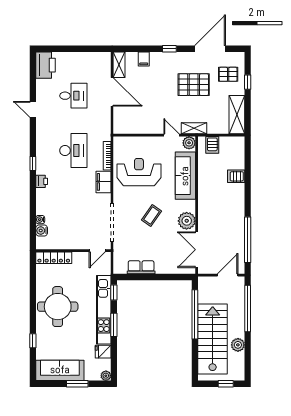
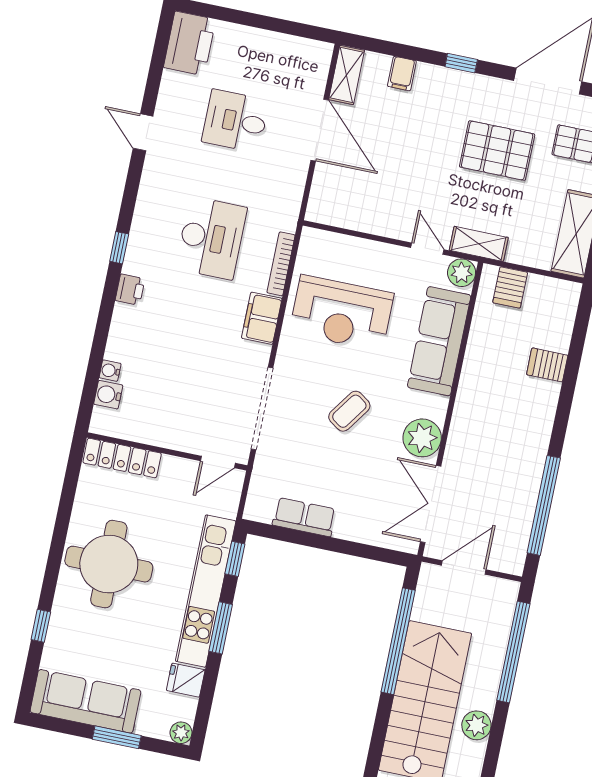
desk: (73, 96) -> (235, 121), turned 180
reception desk: (139, 172) -> (342, 313), turned 180
door: (228, 275) -> (464, 567), moved

